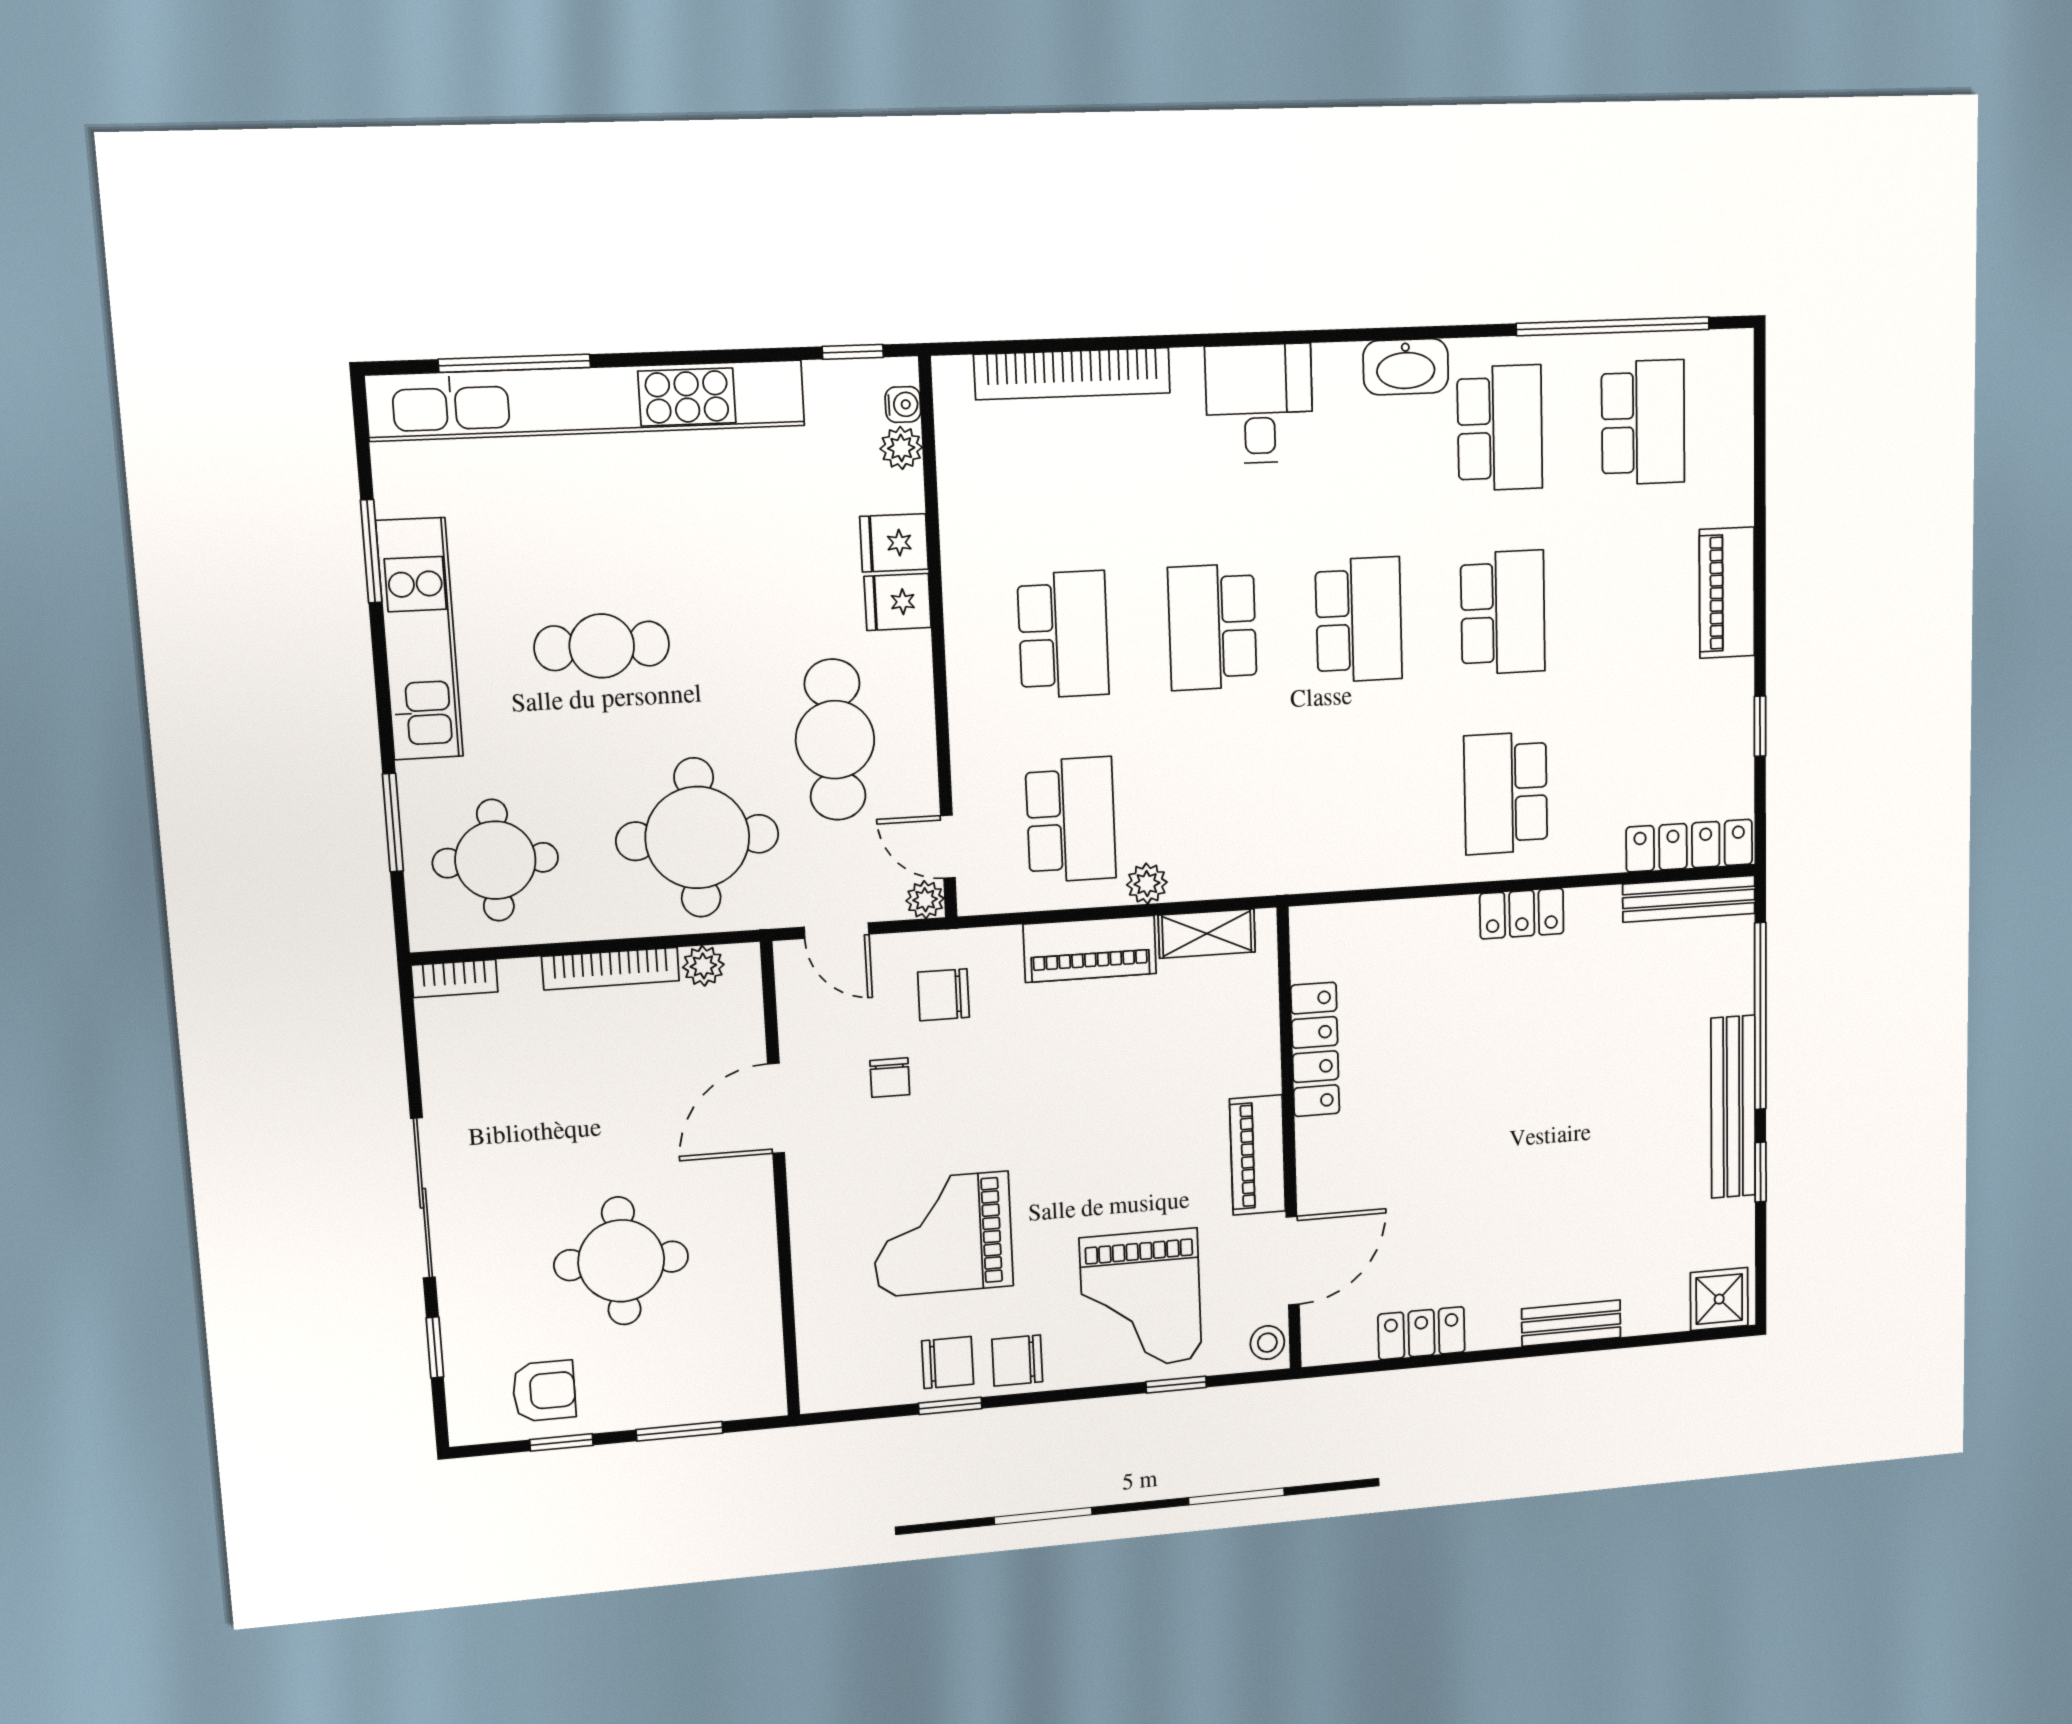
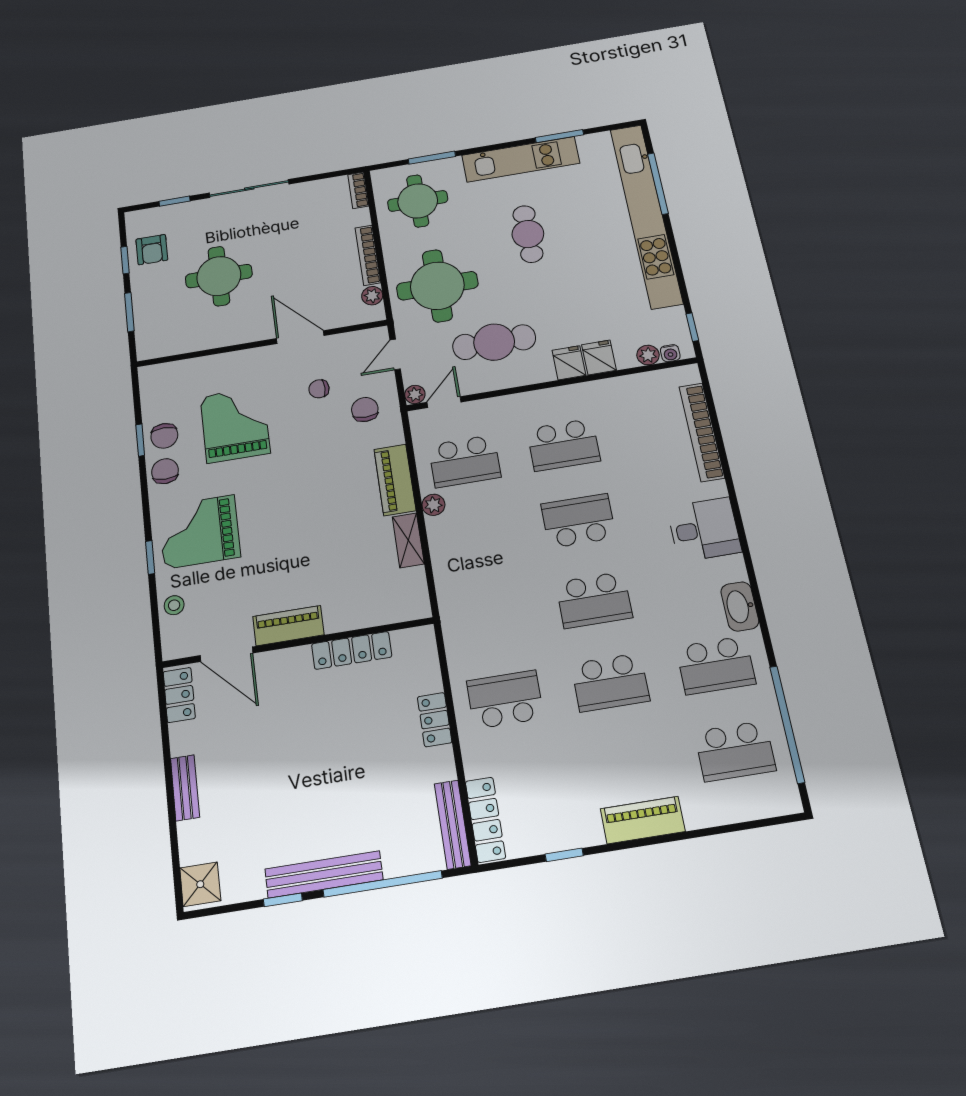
locker: (1315, 1050) -> (352, 650), moved
wall: (1289, 1140) -> (298, 643), moved
piano: (1258, 1155) -> (288, 626), moved
door: (1293, 1261) -> (227, 654), moved

